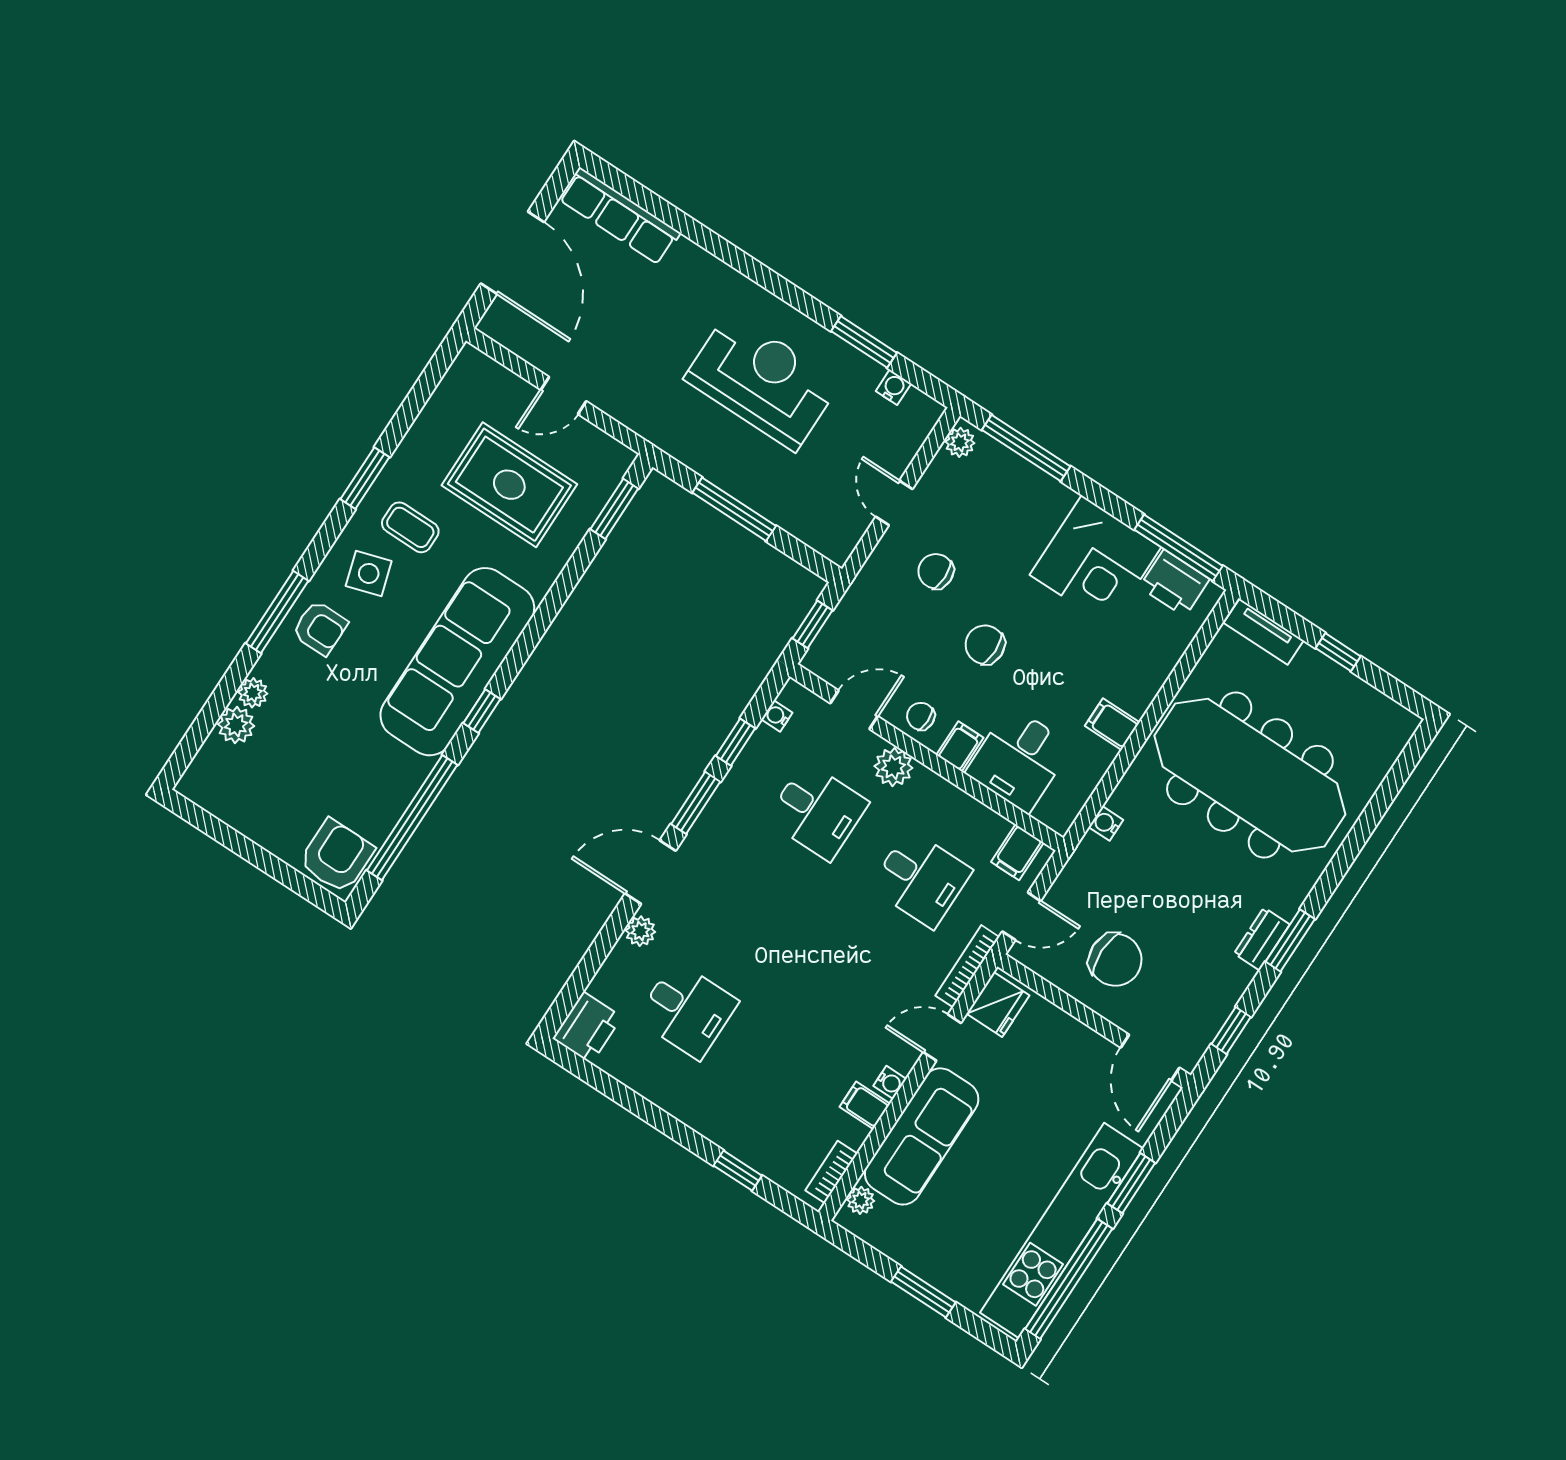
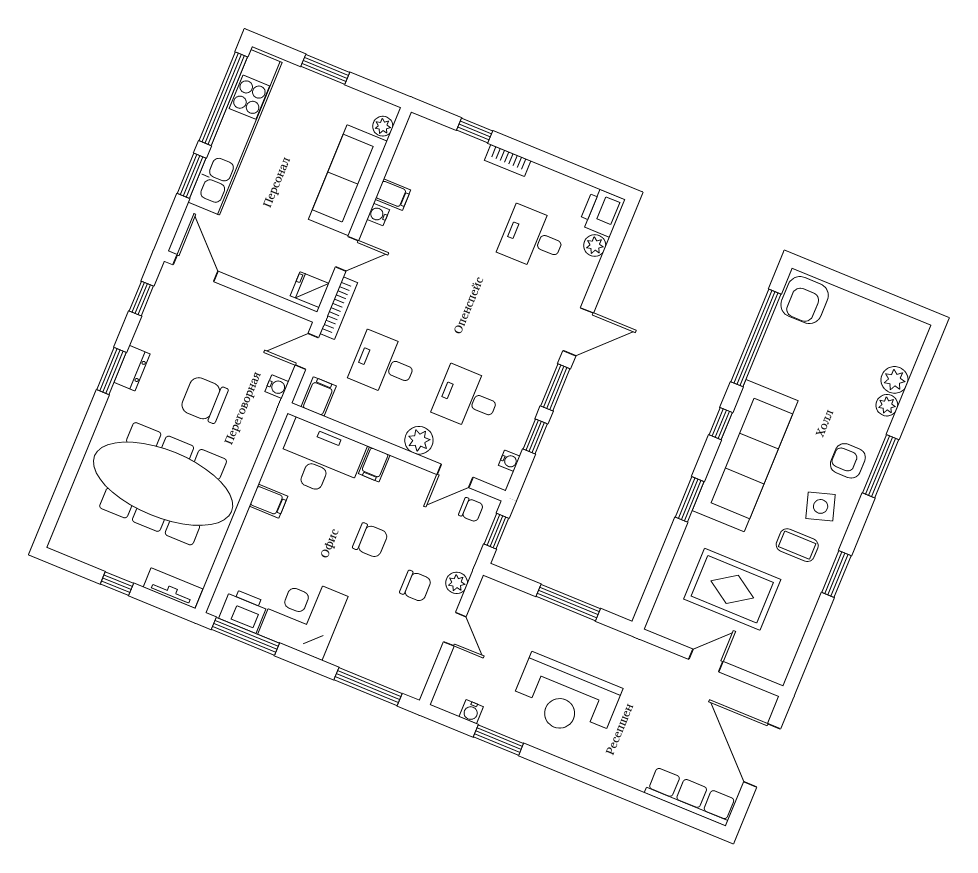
plant: (960, 442) -> (457, 583), moved
window: (614, 509) -> (690, 499), moved
chair: (921, 716) -> (471, 510), moved
desk: (1019, 759) -> (321, 459), width x1.37
water cooler: (1106, 823) -> (277, 387), moved
plant: (640, 931) -> (595, 245), moved
chair: (1115, 960) -> (204, 400), moved
fridge: (998, 1005) -> (310, 290), width x0.72
bookcase: (831, 1172) -> (508, 160), moved, turned 90

